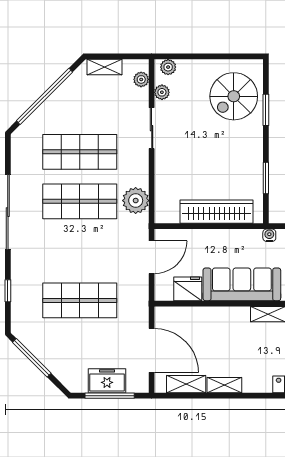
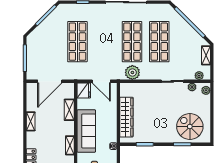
fridge: (188, 289) -> (84, 90), moved
freezer: (107, 381) -> (33, 57), removed
shelving: (186, 384) -> (69, 110), moved

